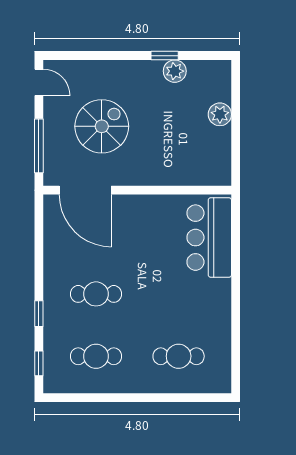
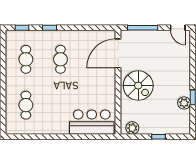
door: (39, 82) -> (178, 28), hinge flipped
plant: (220, 114) -> (132, 128), moved
window: (236, 117) -> (159, 137), added
spiral stairs: (102, 126) -> (138, 86), moved

